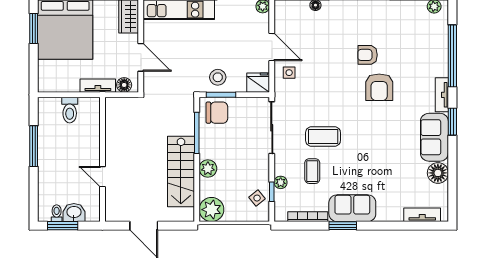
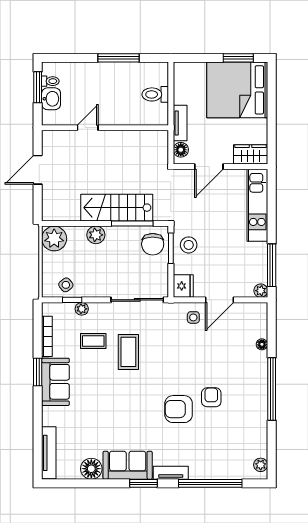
stairs: (181, 172) -> (117, 208), moved
tv unit: (422, 215) -> (49, 453), width x1.41

